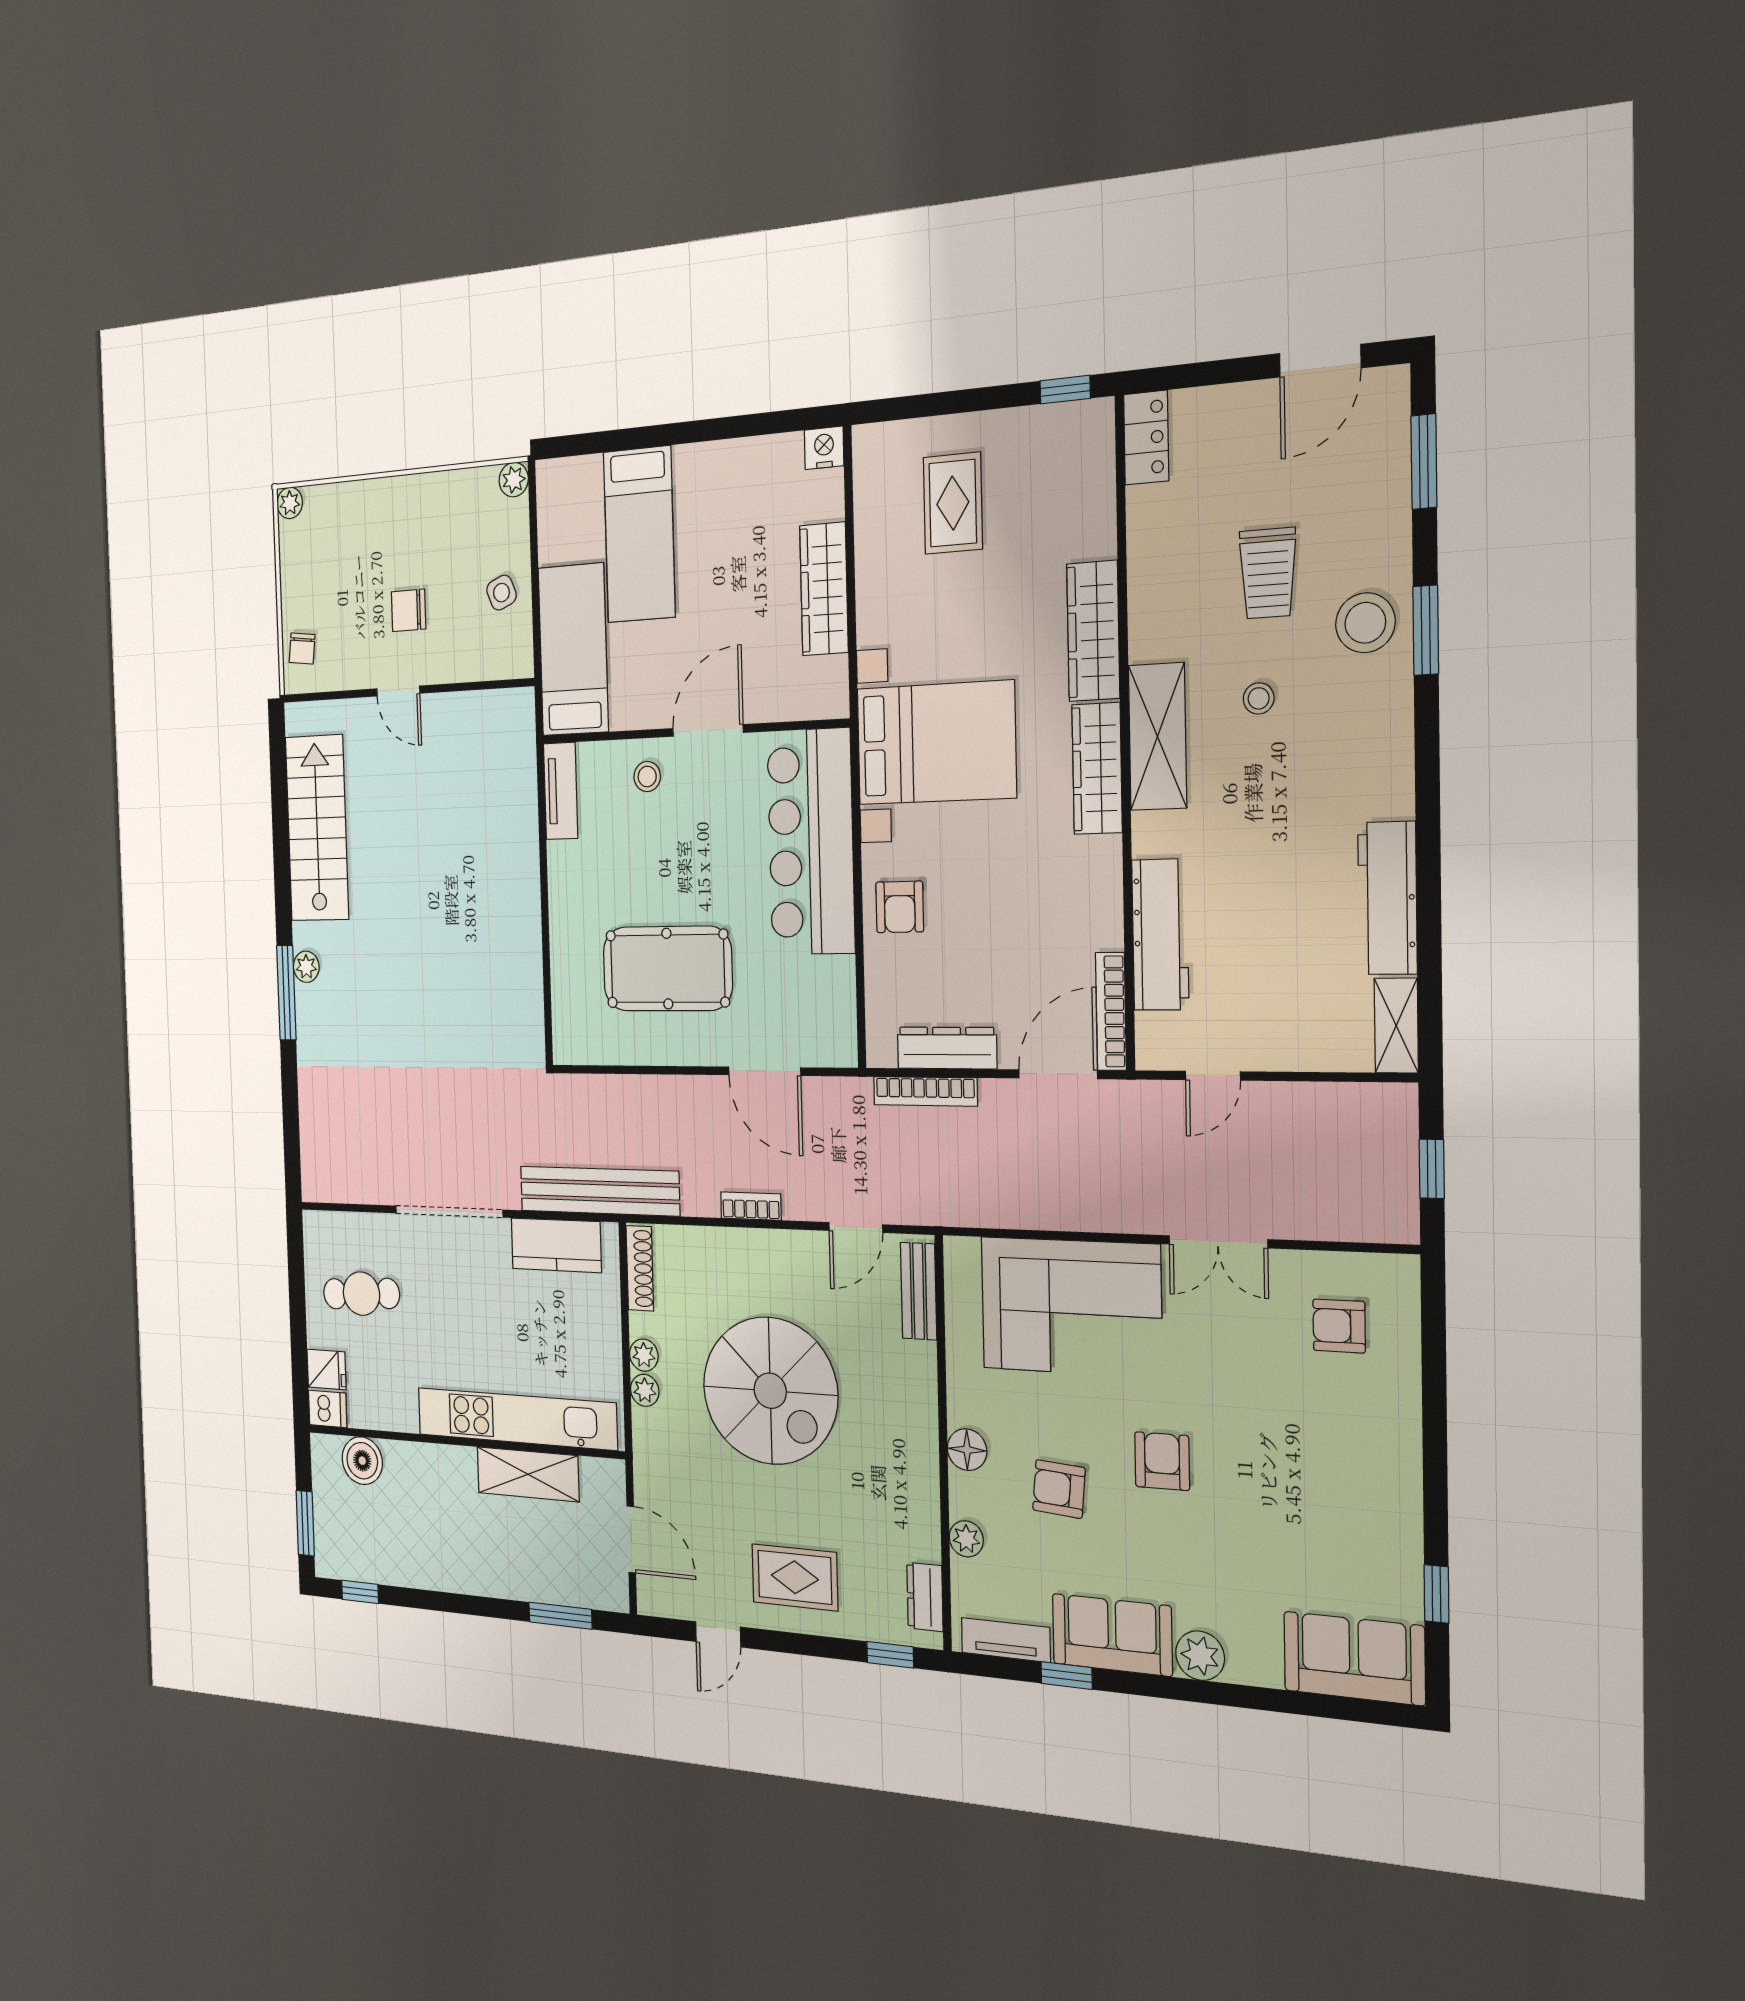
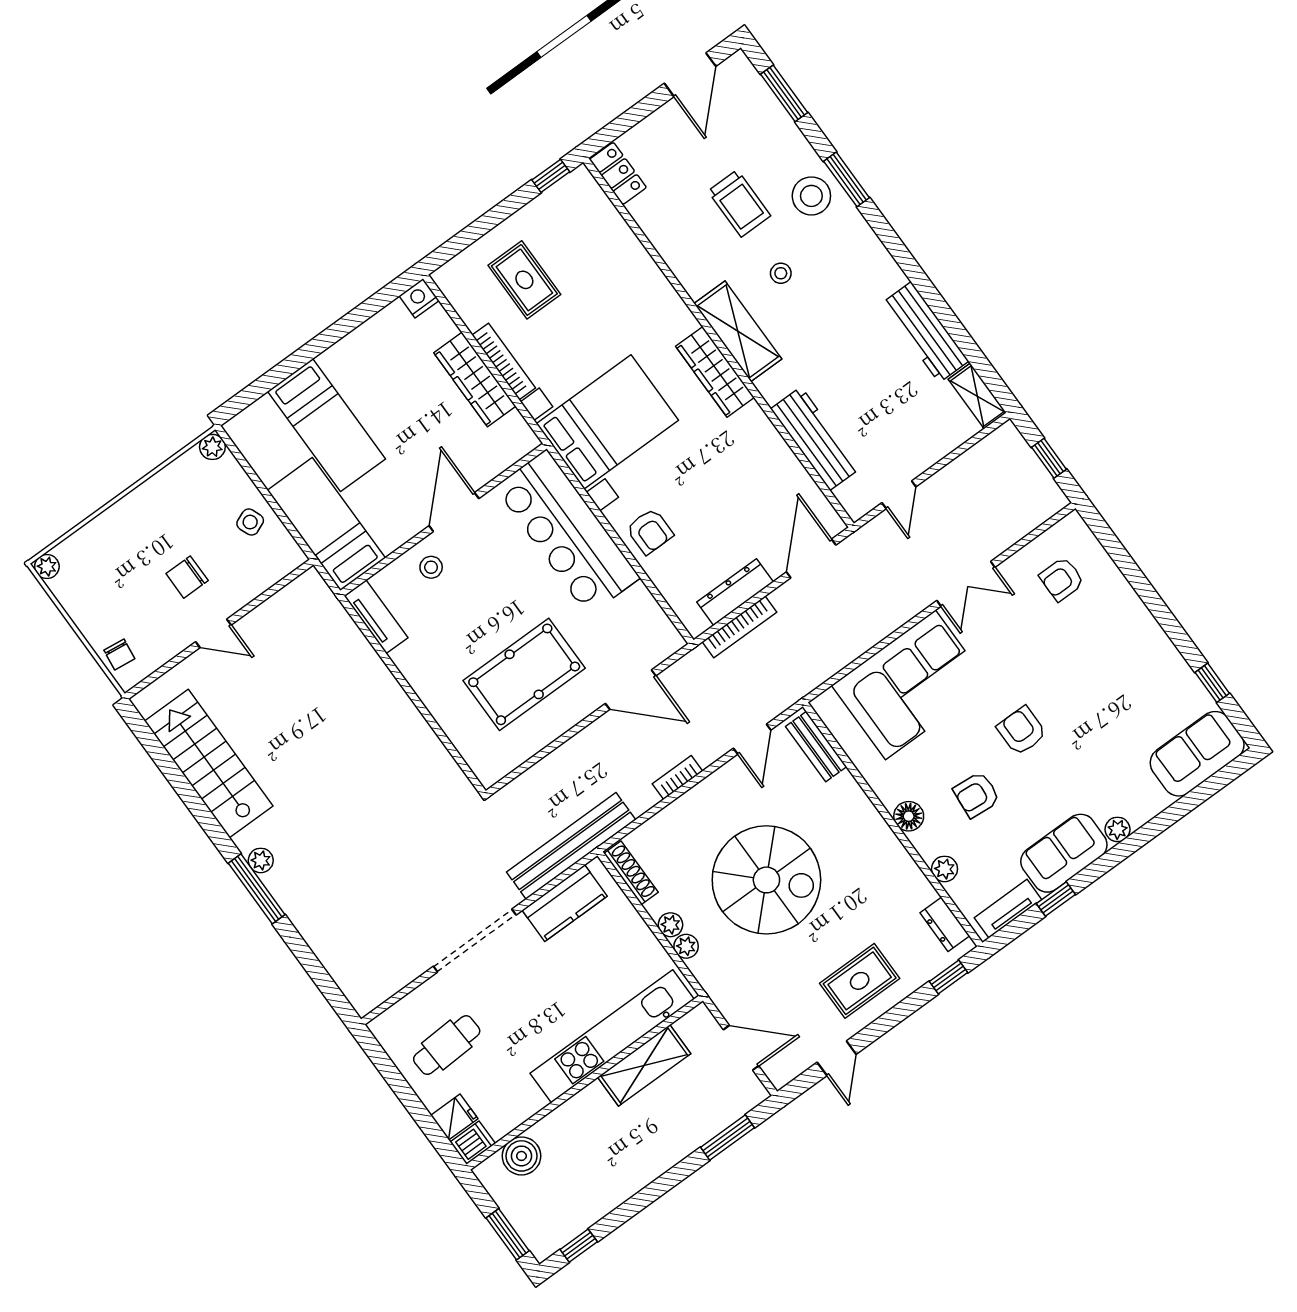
wardrobe: (1093, 631) -> (660, 298), removed
bookcase: (1111, 1011) -> (504, 361), moved, turned 180
plant: (1200, 1656) -> (1117, 829), width x0.73, depth x0.73

